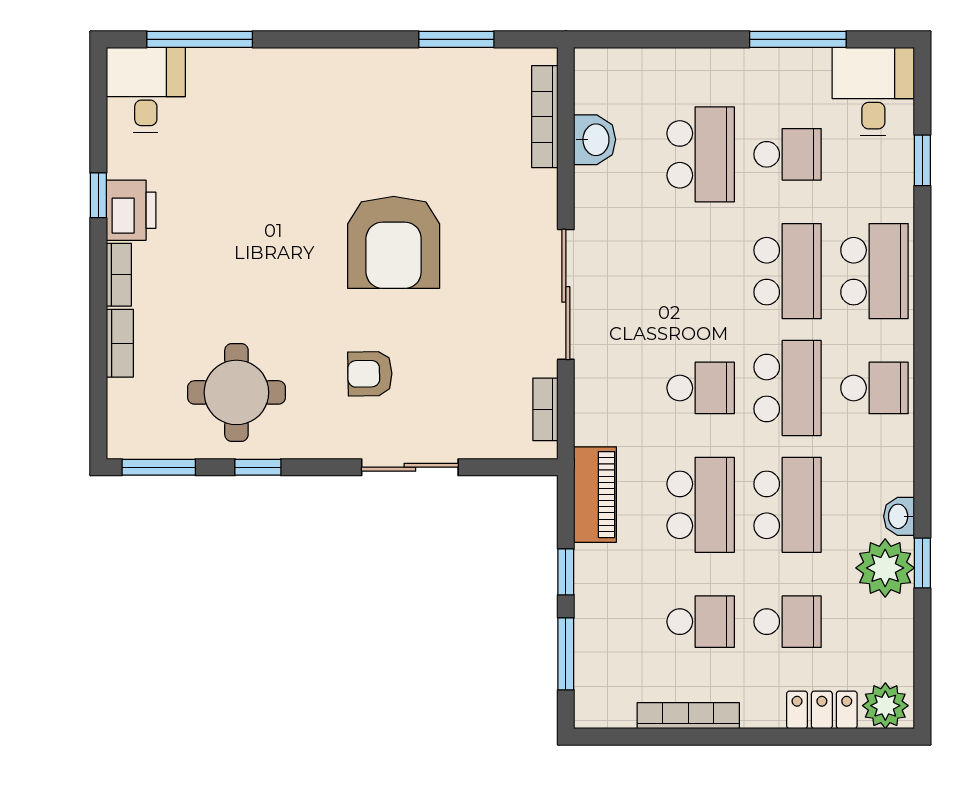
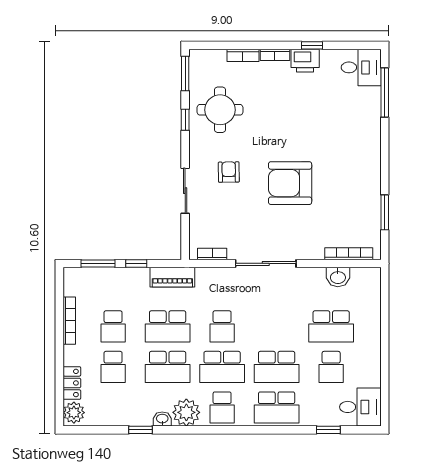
window: (798, 39) -> (385, 372), removed
plant: (885, 568) -> (186, 412), moved

